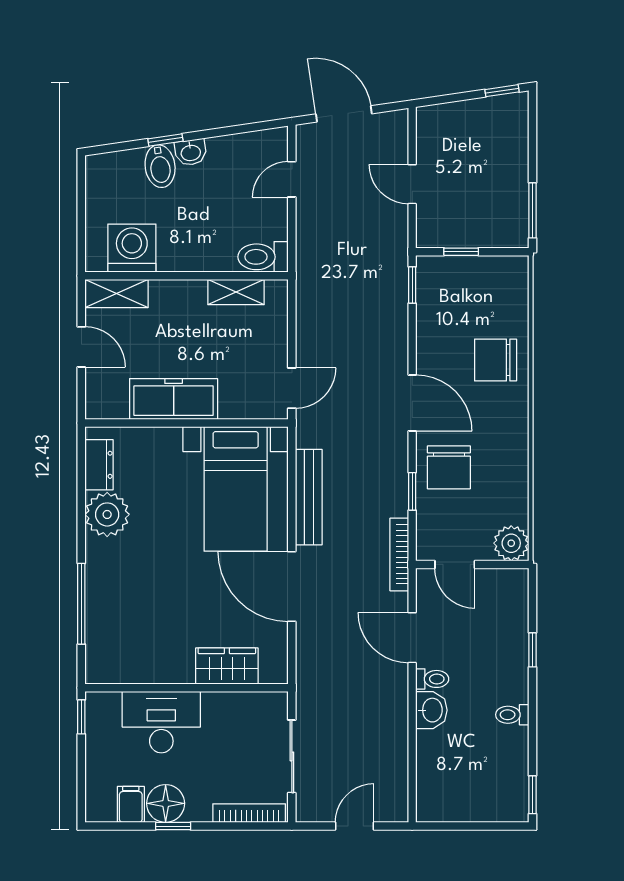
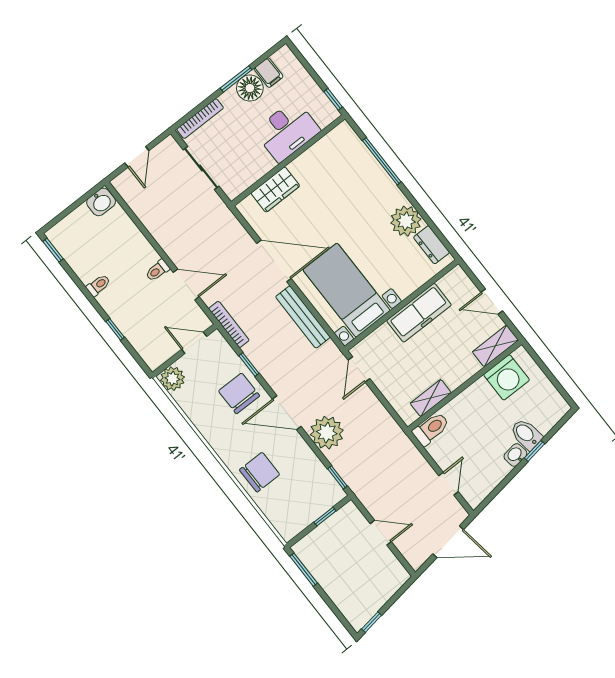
plant: (384, 345) -> (327, 433), added
washbasin: (431, 710) -> (101, 202), moved, turned -90
window: (173, 826) -> (236, 79), width x1.50

